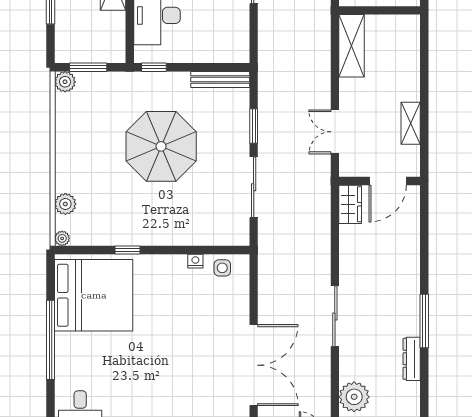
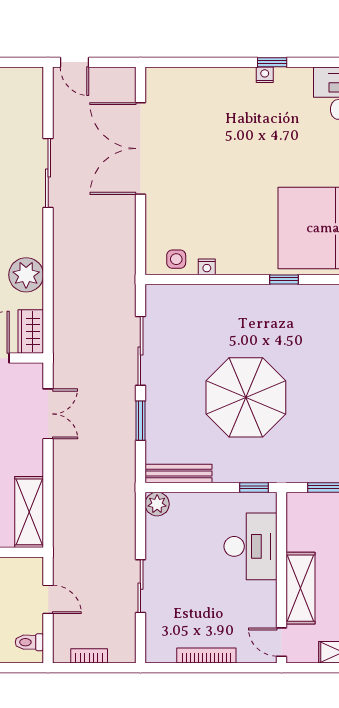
plant: (239, 53) -> (157, 504), added
sliding door: (335, 316) -> (48, 173), moved
plant: (354, 397) -> (26, 275), moved

